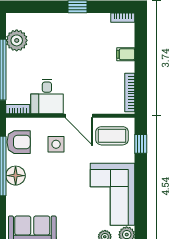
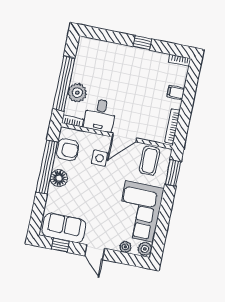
plant: (17, 40) -> (77, 93), moved
door: (79, 116) -> (124, 138), hinge flipped
coffee table: (112, 136) -> (149, 161), turned 90
window: (141, 144) -> (173, 173), width x1.50

